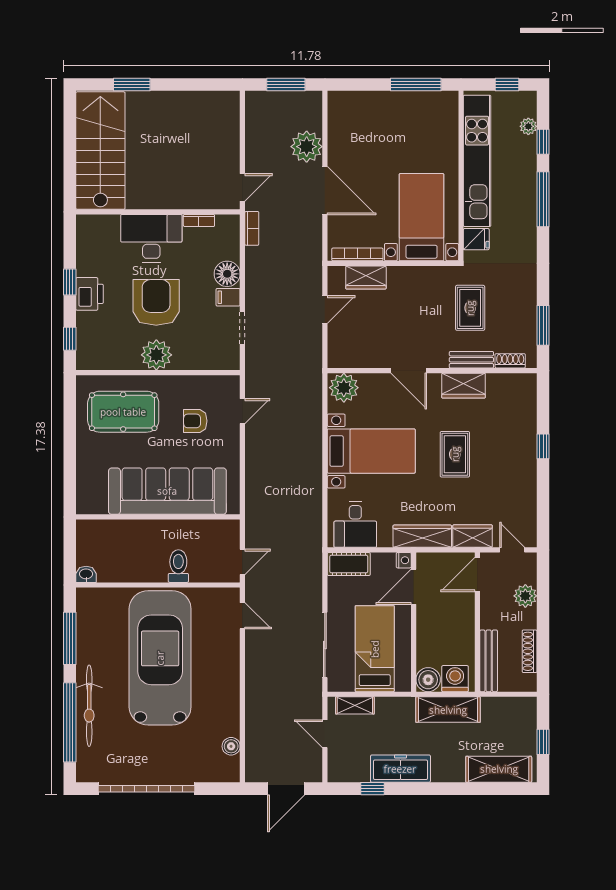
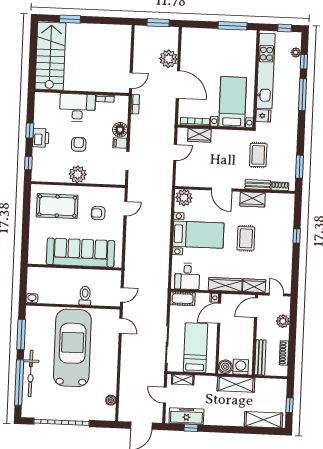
armchair: (156, 302) -> (79, 144), width x0.53, depth x0.53
freezer: (400, 769) -> (186, 416), moved

